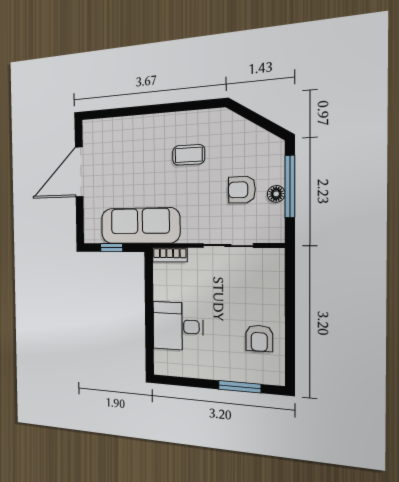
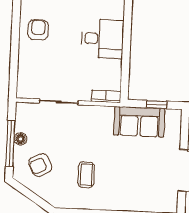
coffee table: (189, 155) -> (86, 175), turned 90
armchair: (242, 190) -> (40, 165), moved, turned 153
sofa: (140, 226) -> (139, 122), width x0.73

